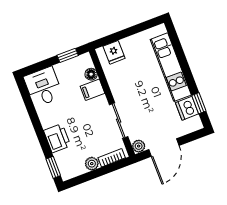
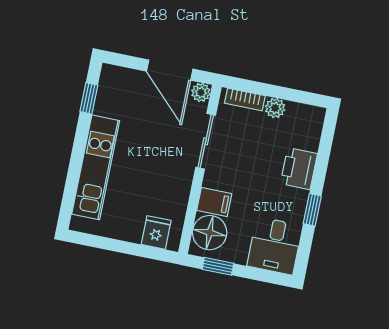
floor lamp: (91, 74) -> (210, 233), width x1.89, depth x1.89
dishwasher: (187, 108) -> (108, 102), removed
door: (164, 148) -> (170, 70), swing flipped
window: (53, 167) -> (312, 210), moved

